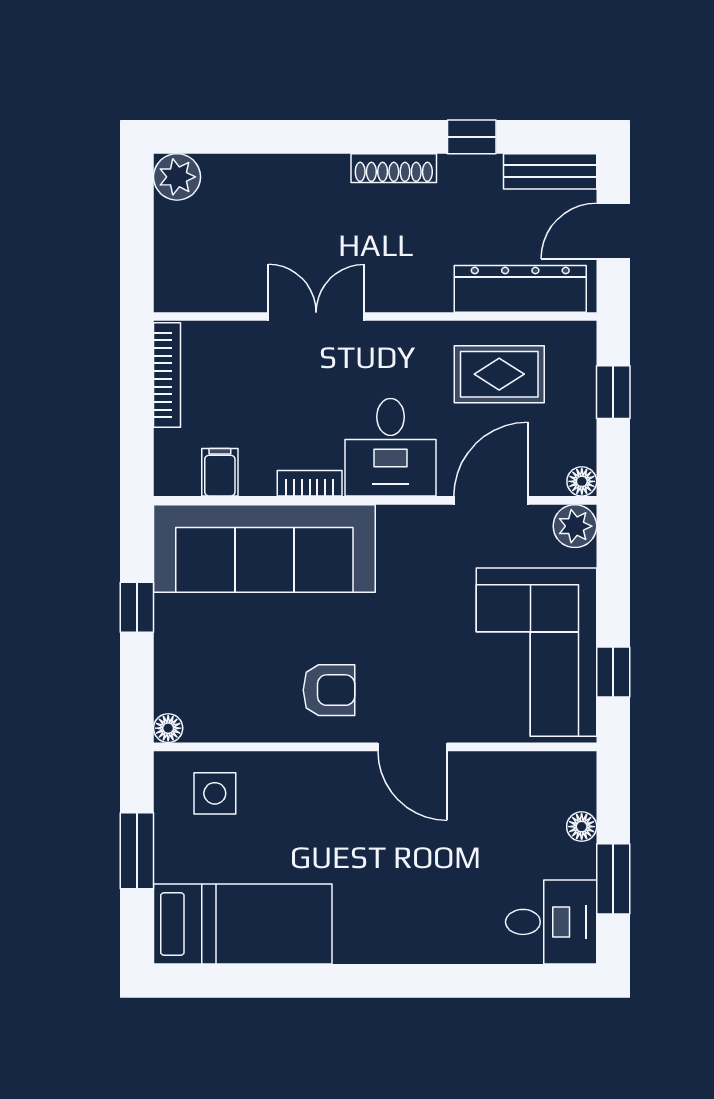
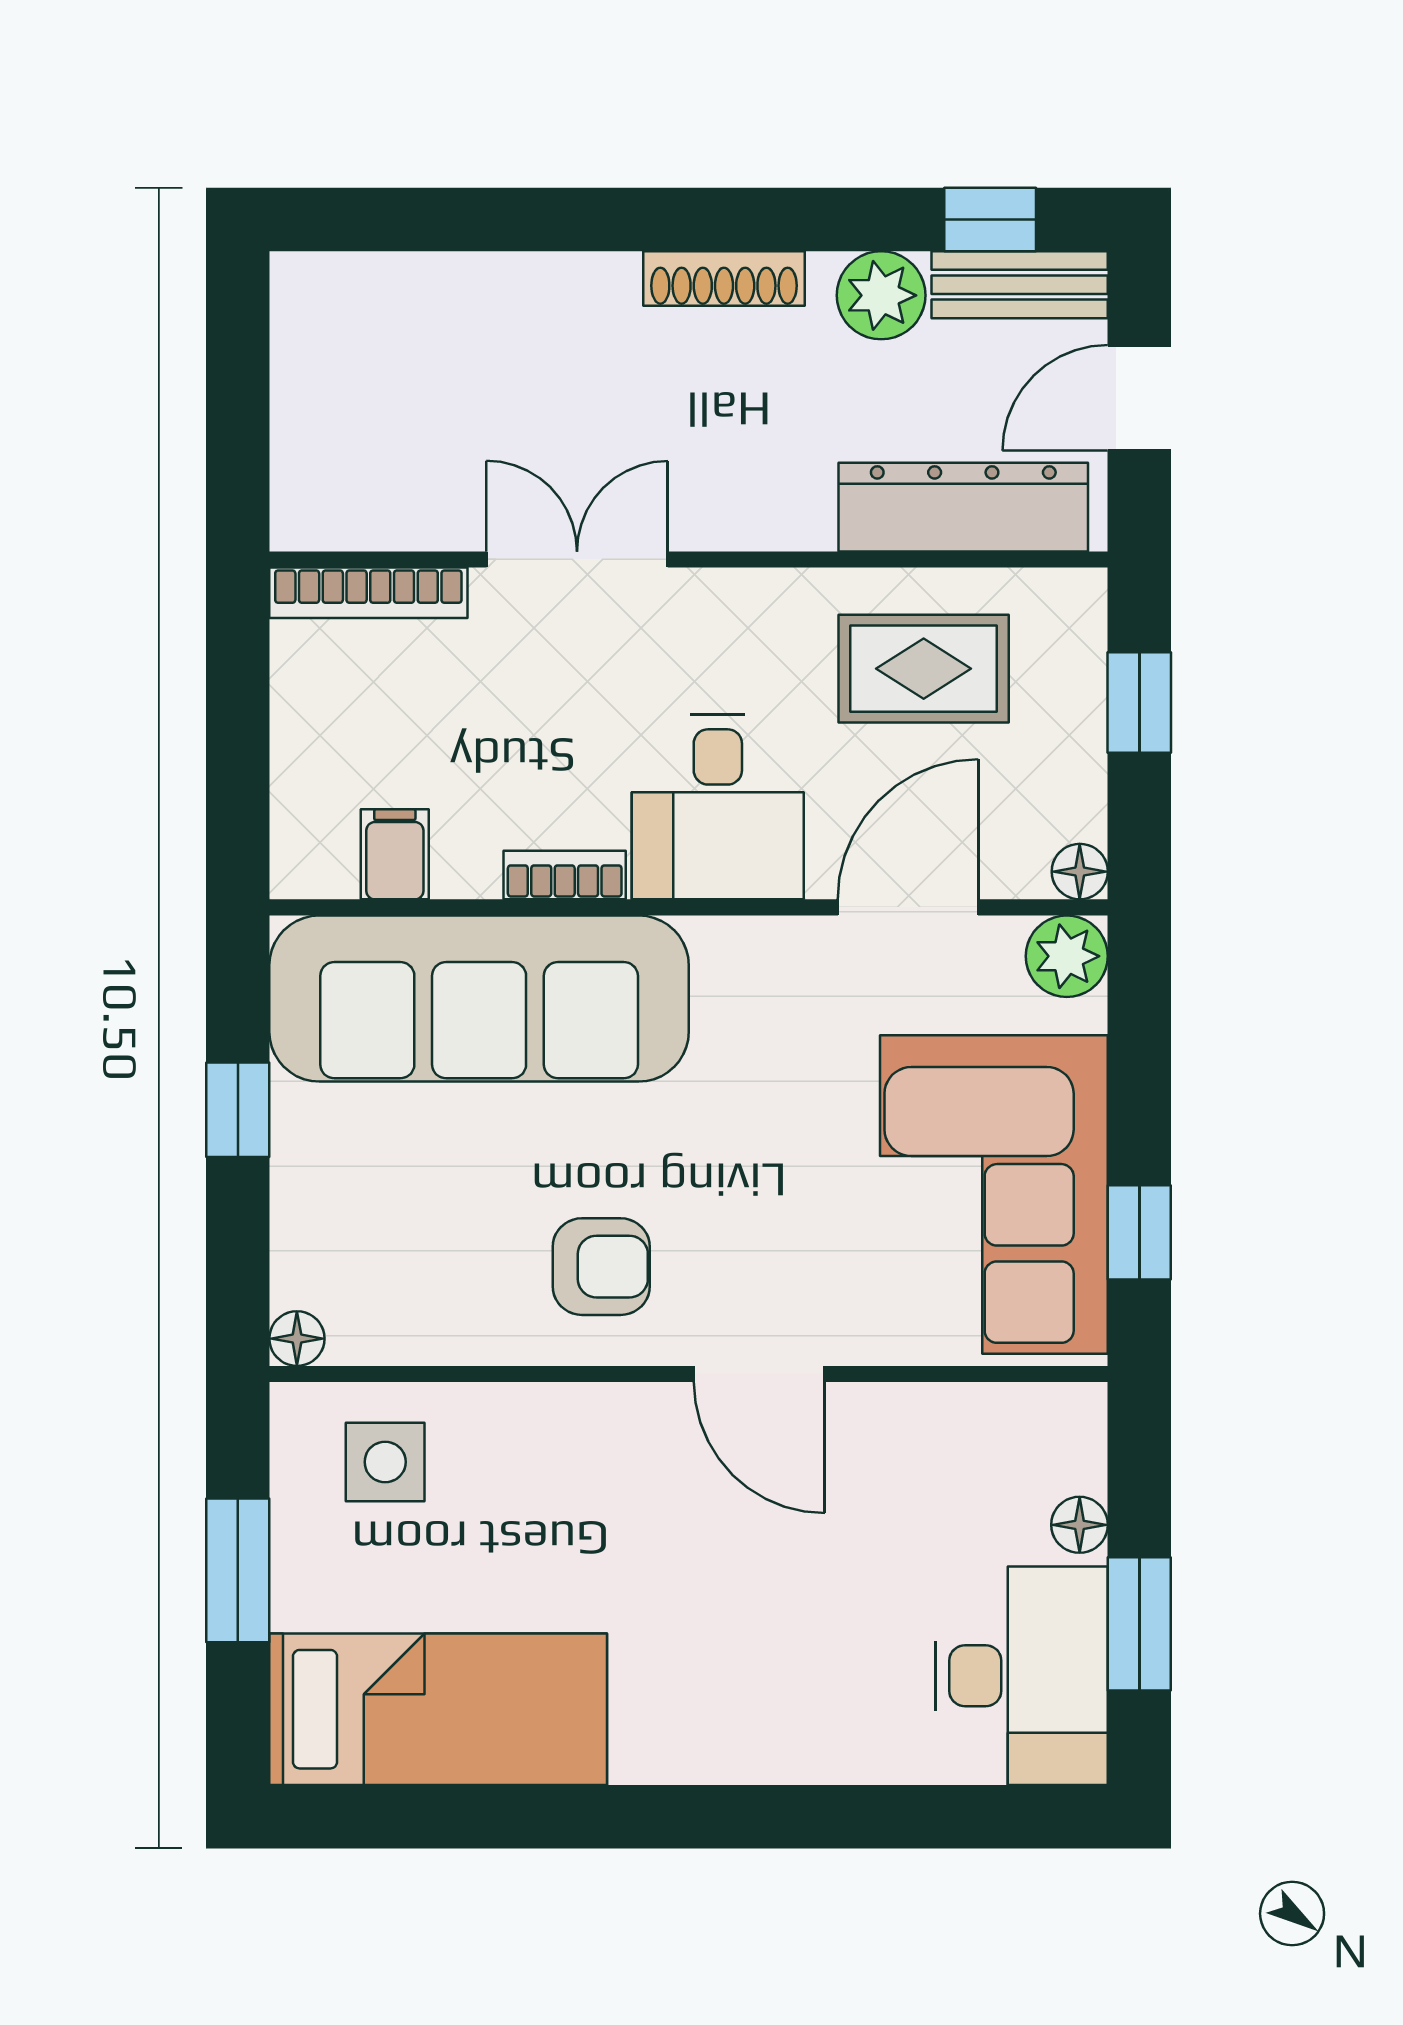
window: (472, 137) -> (990, 219), moved
plant: (177, 177) -> (881, 295), moved
bookcase: (167, 375) -> (368, 593), moved, turned 90
desk: (551, 922) -> (1022, 1676), width x1.37

